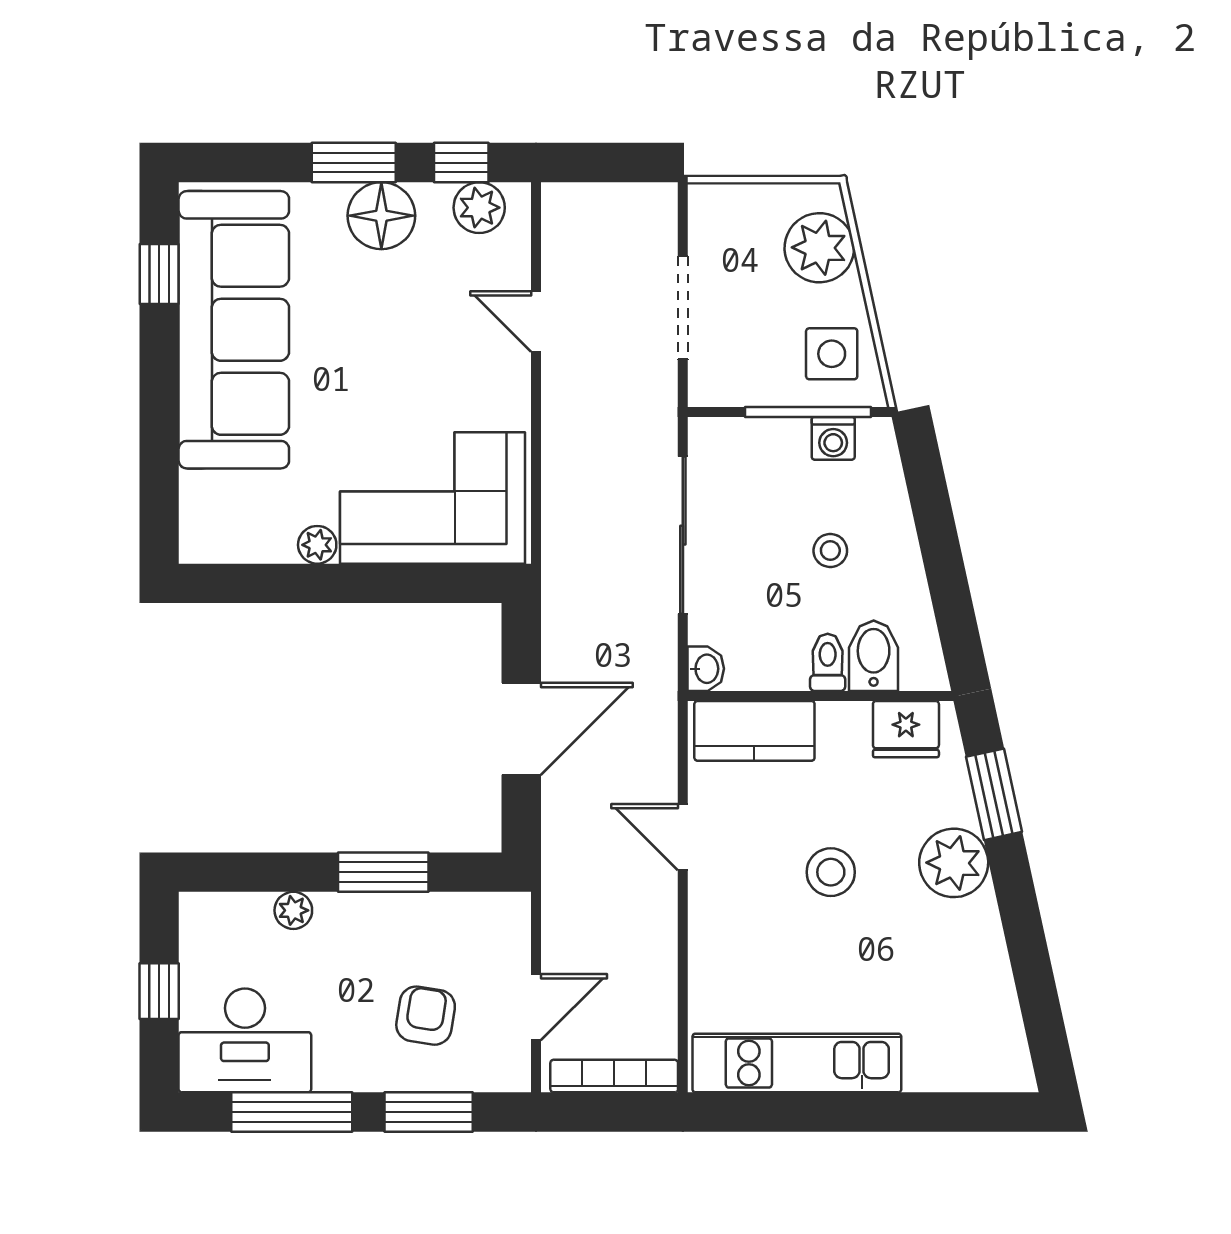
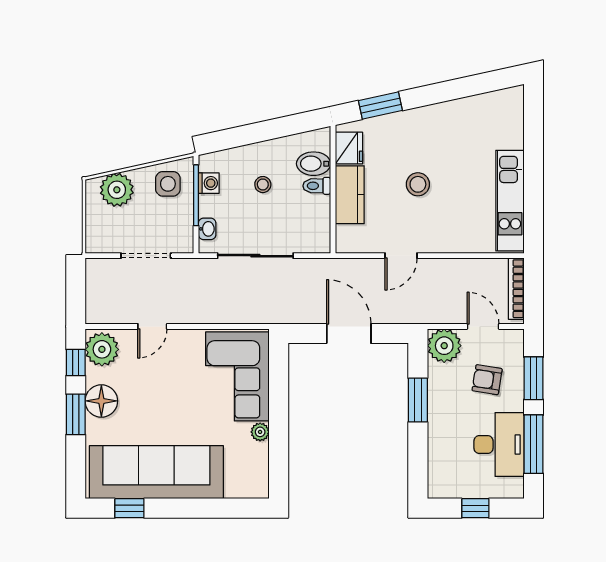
plant: (479, 208) -> (102, 349), width x1.36, depth x1.36
washbasin: (706, 669) -> (207, 229), moved, turned 90
kitchen counter: (754, 731) -> (350, 195), moved
plant: (954, 863) -> (413, 125), removed
plant: (293, 910) -> (444, 346), moved, width x1.88, depth x1.88
desk: (245, 1040) -> (499, 445), moved

